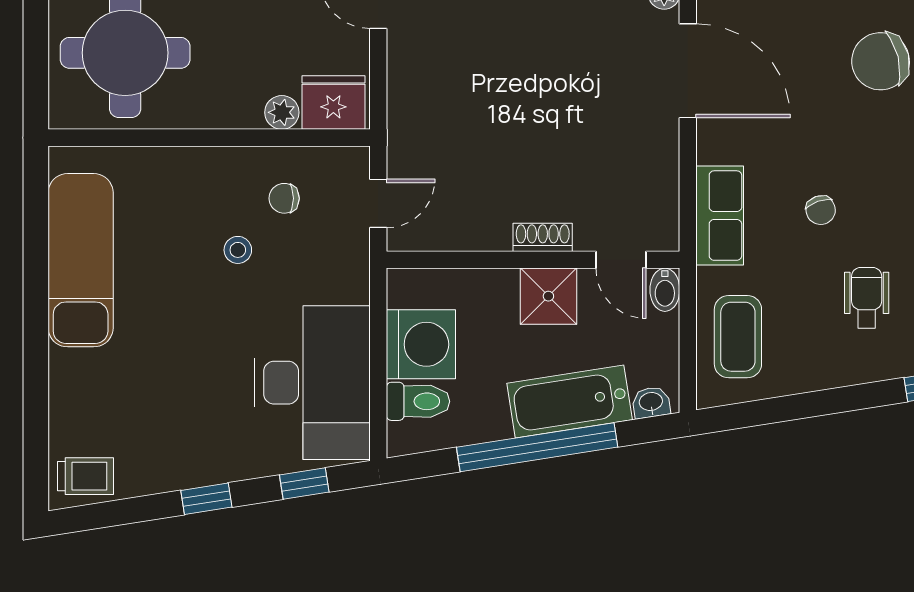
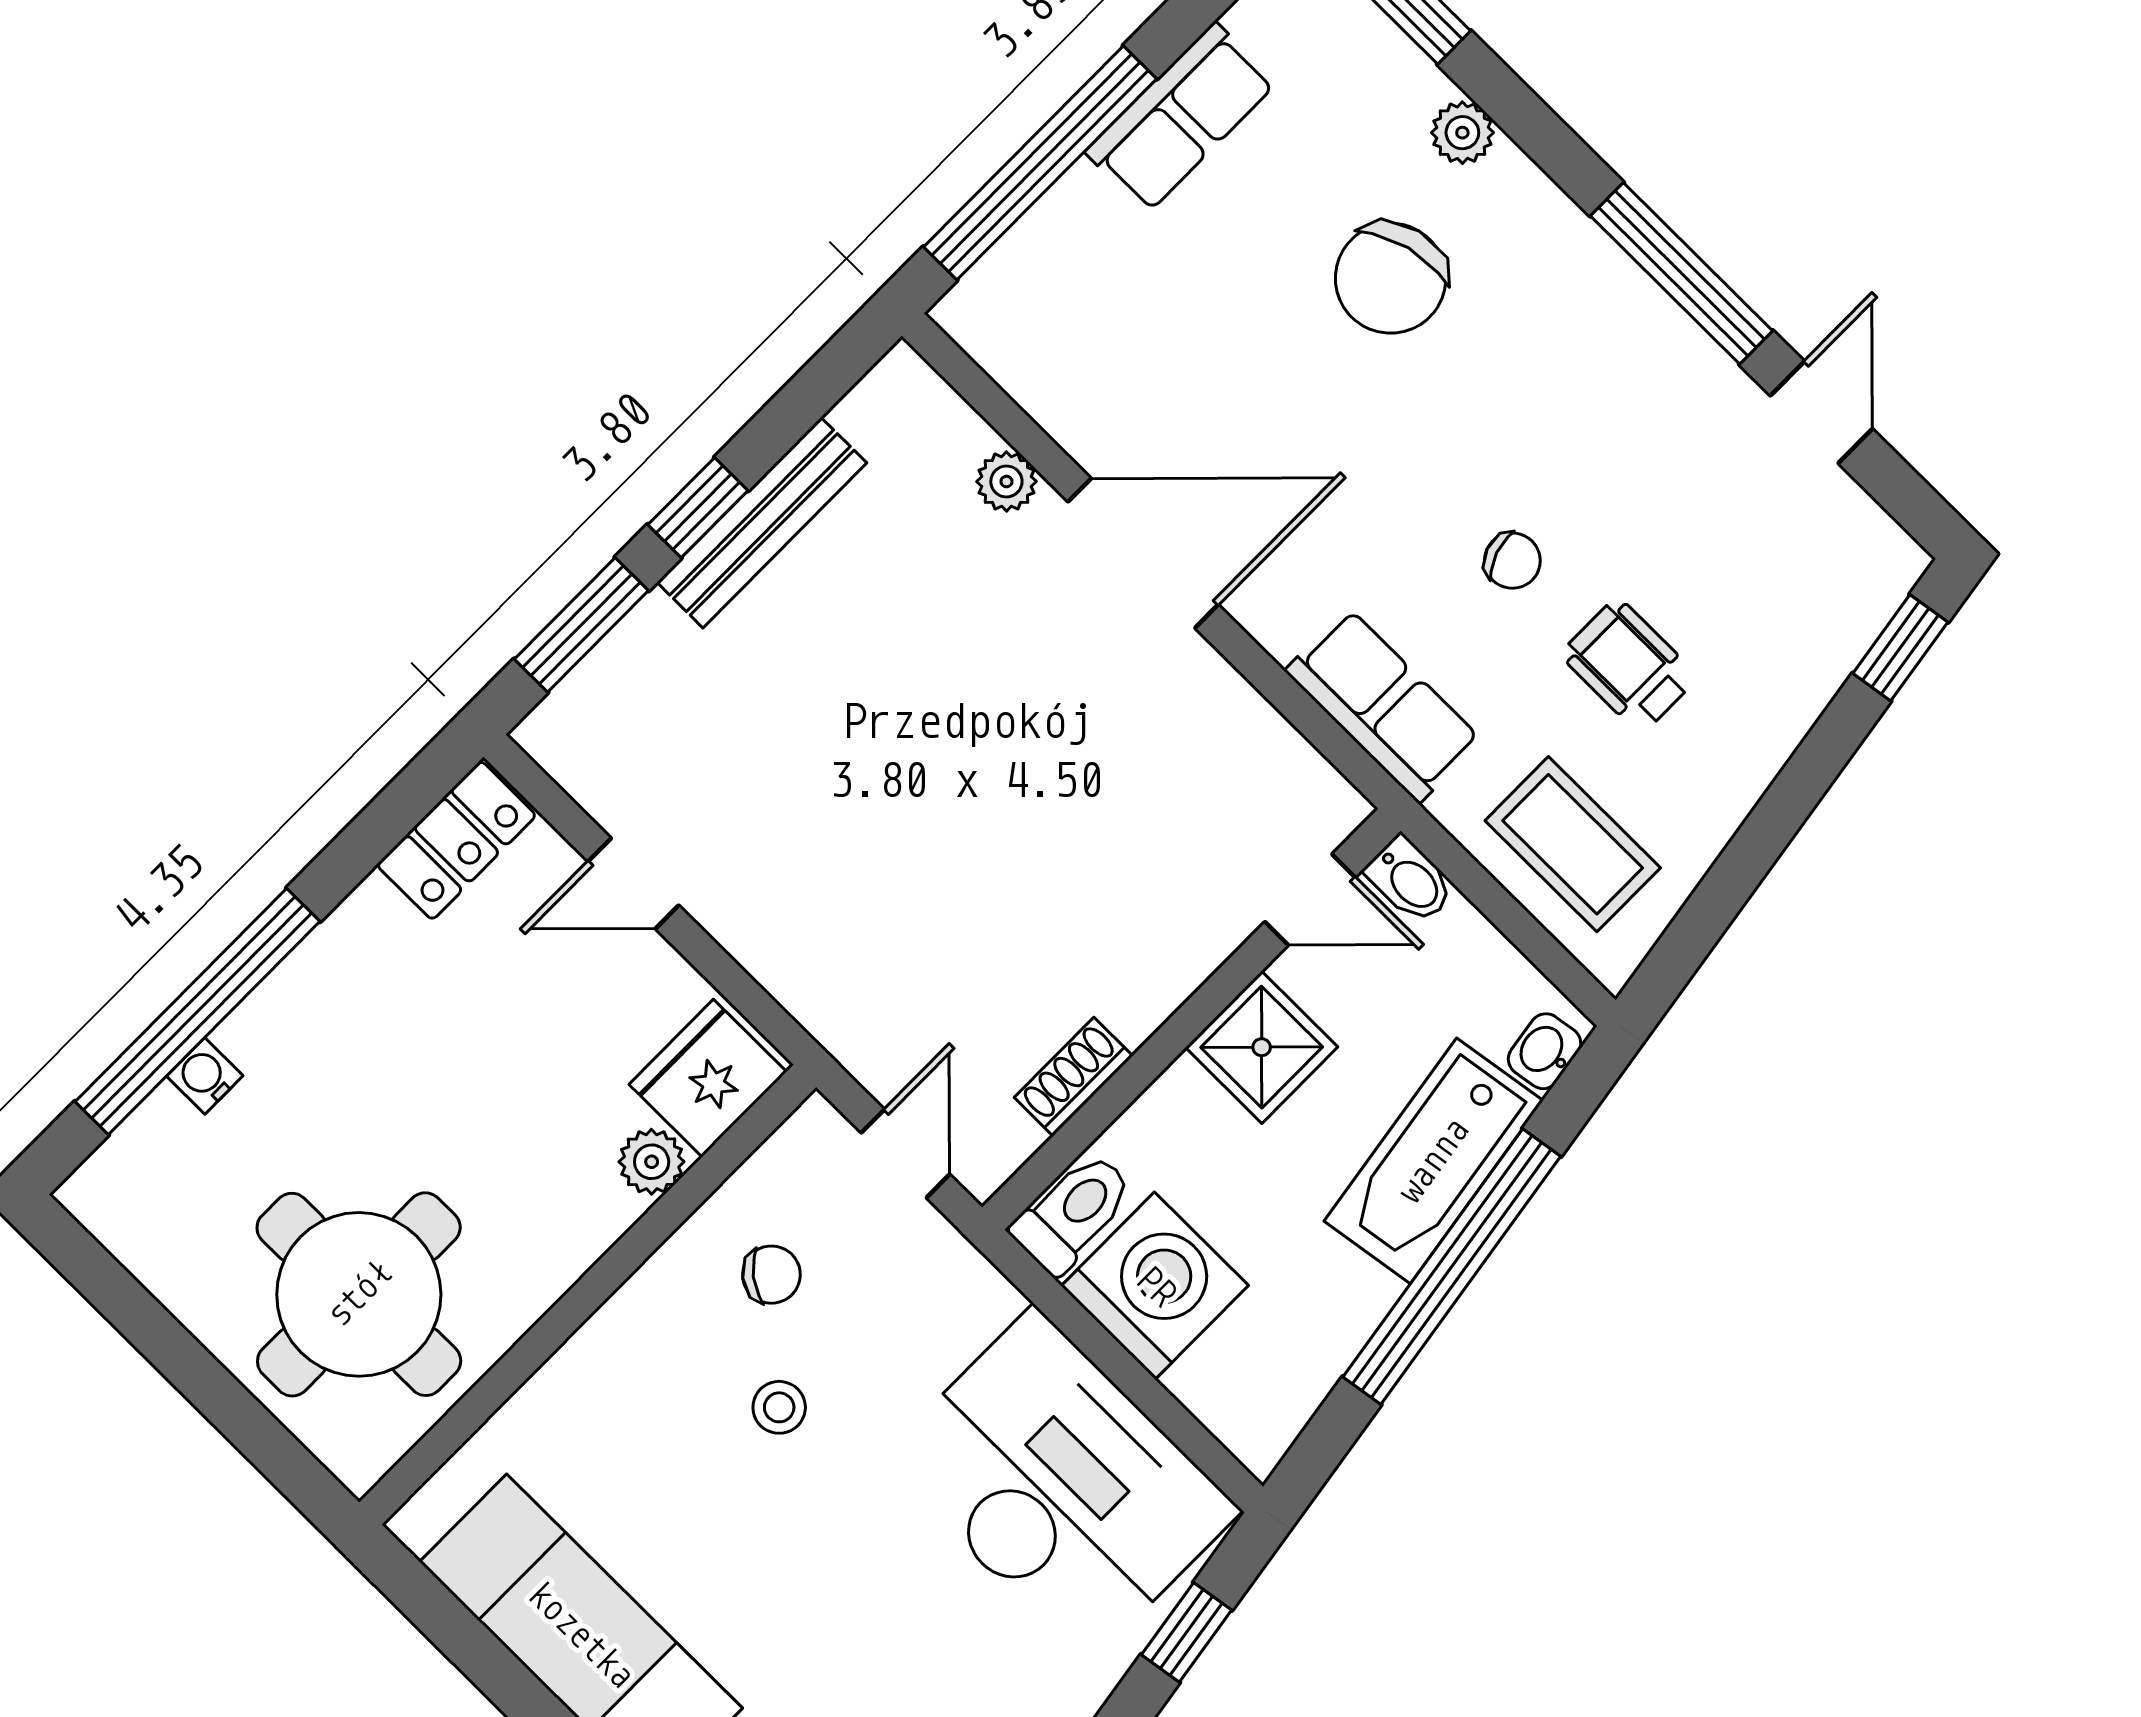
chair: (284, 198) -> (771, 1275), turned -142
shoe rack: (543, 237) -> (1073, 1077), moved
wheelchair: (867, 298) -> (1629, 666), moved
toilet: (418, 401) -> (1073, 1213), moved

